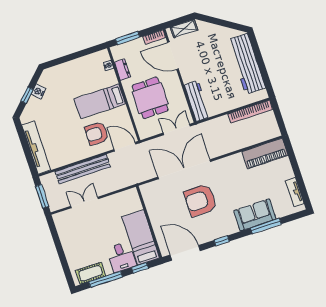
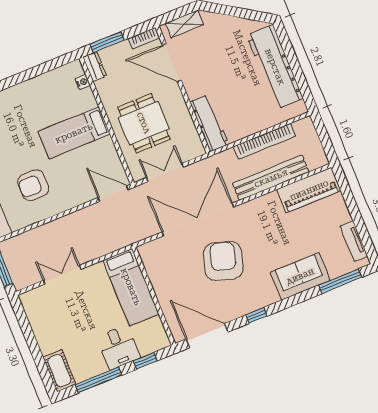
dresser: (123, 70) -> (95, 67), moved
bookcase: (250, 112) -> (264, 141), moved
double door: (177, 129) -> (165, 172), moved
armchair: (97, 133) -> (33, 185), moved
bench: (83, 169) -> (271, 178), moved
armchair: (200, 200) -> (223, 261), turned 107
window: (266, 226) -> (340, 281), moved
bed: (141, 237) -> (131, 287), moved, turned 180
cot: (91, 273) -> (59, 371), moved, turned 90

